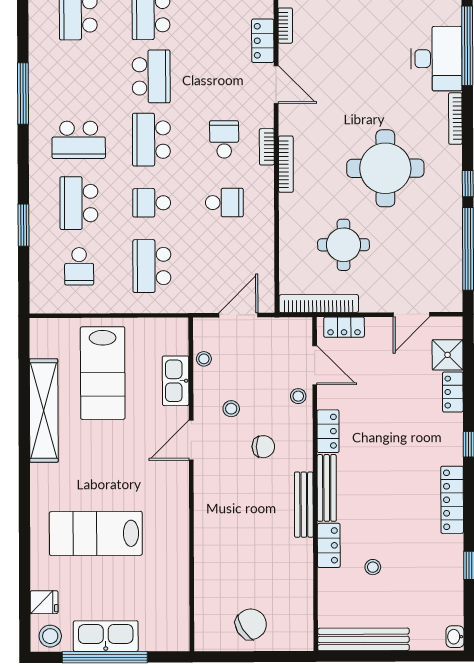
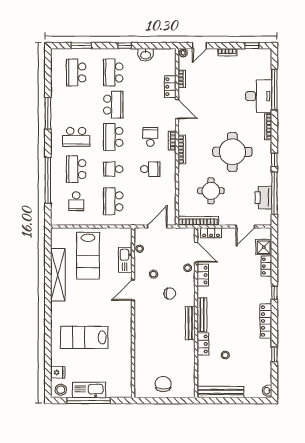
window: (23, 225) -> (48, 180), width x2.11
printer: (446, 258) -> (263, 198), added
locker: (328, 431) -> (203, 275), moved
chair: (251, 624) -> (163, 384), turned -58

